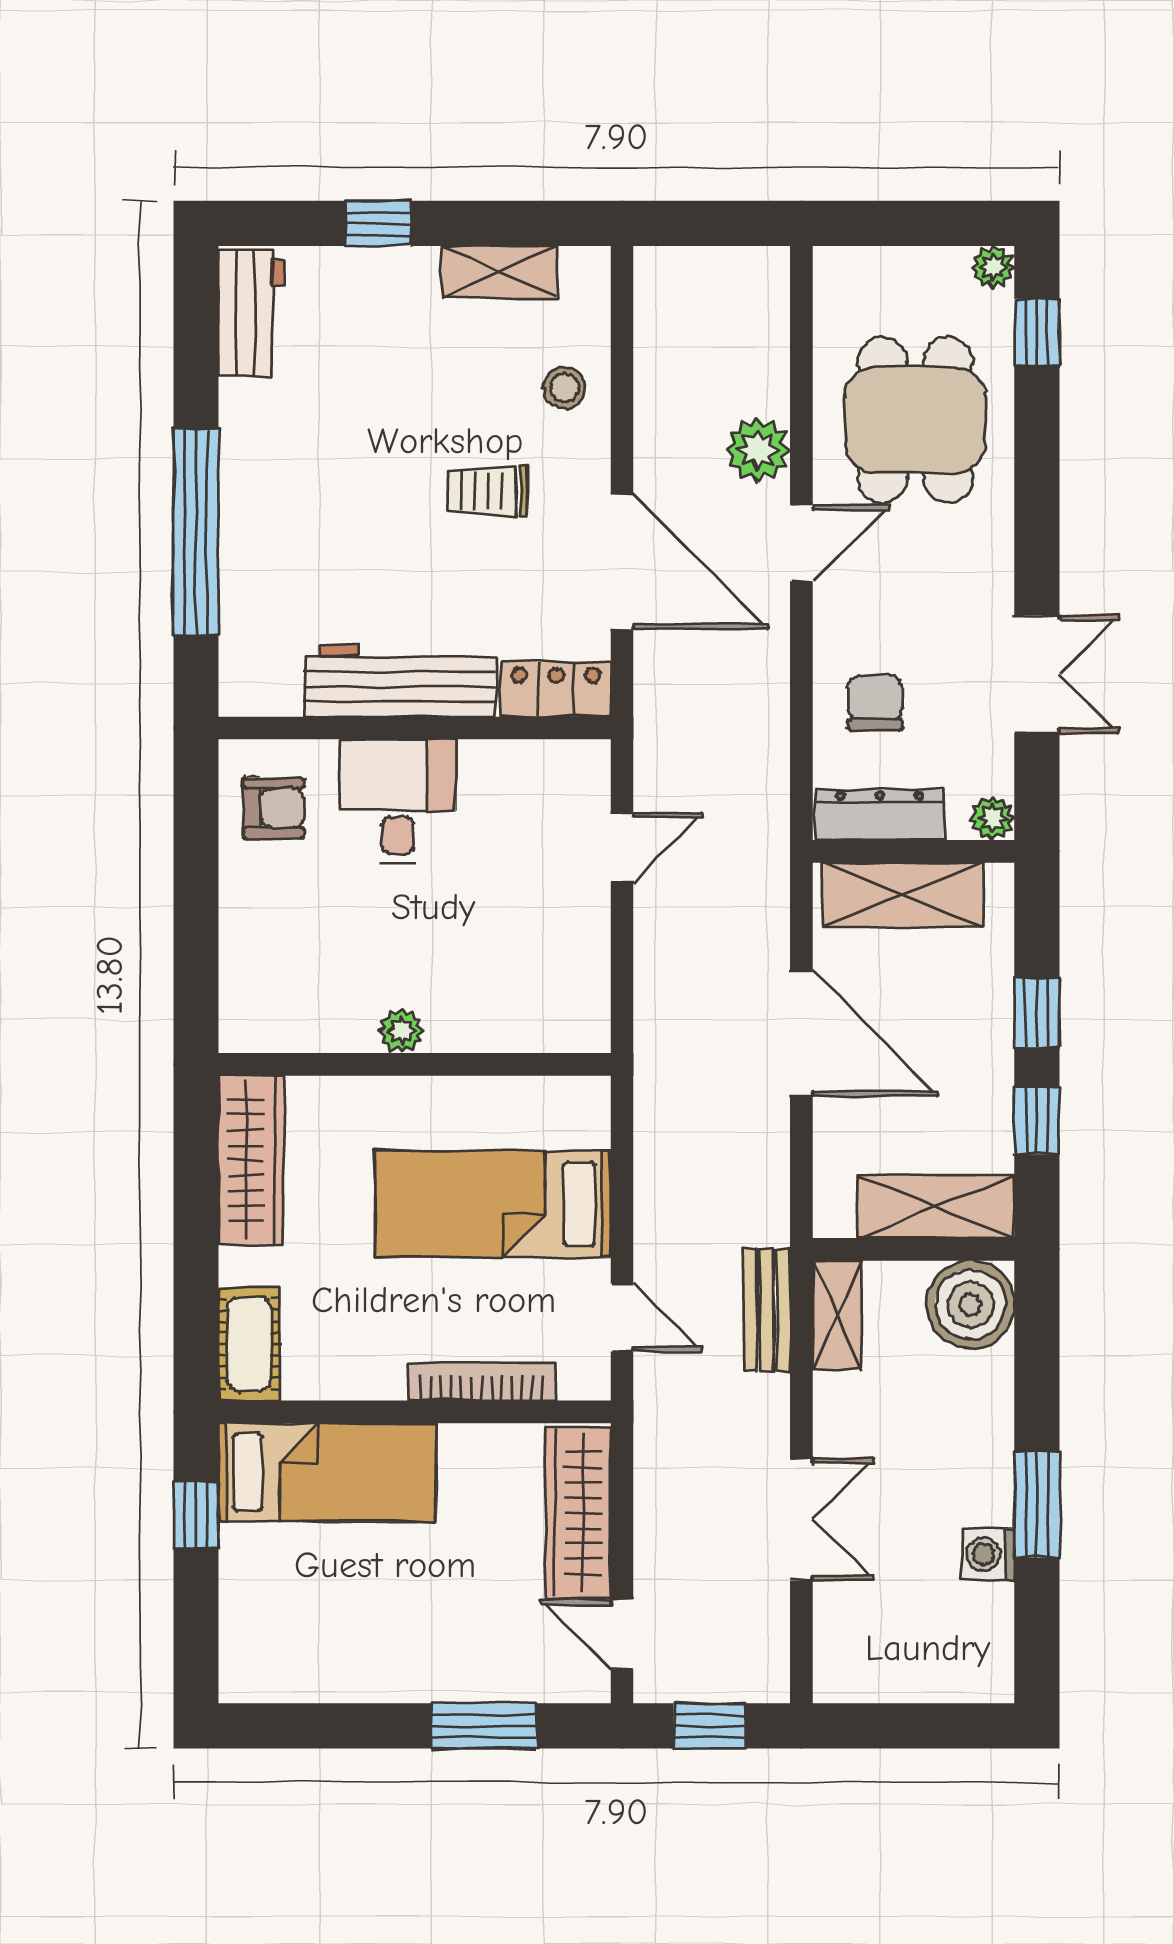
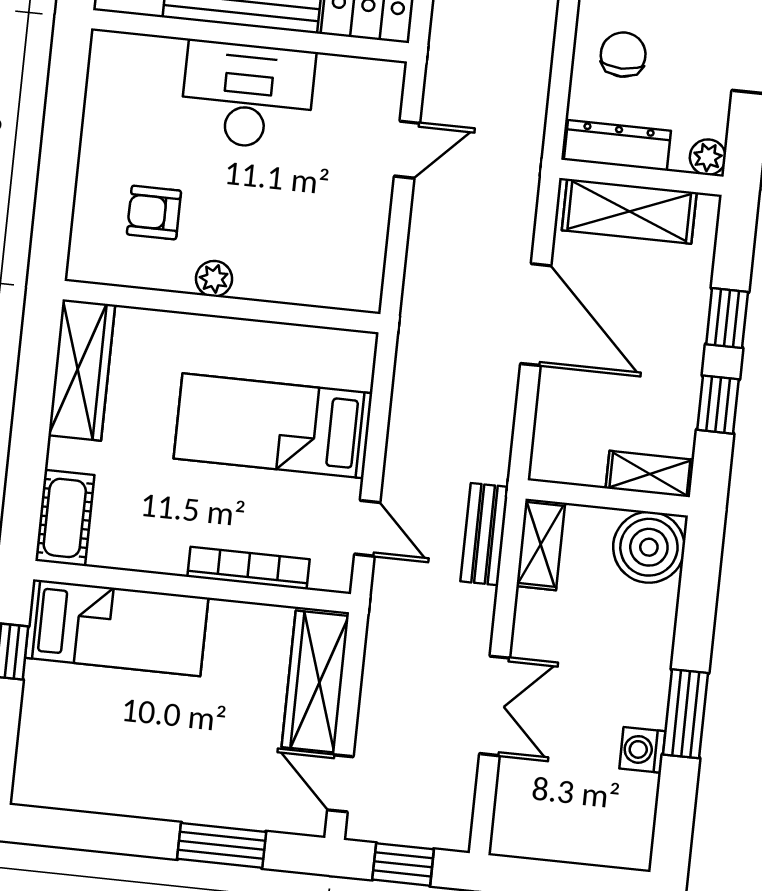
desk: (398, 801) -> (248, 95), width x1.37
armchair: (274, 808) -> (154, 213), moved, turned 180
shelving: (936, 1207) -> (650, 474), width x0.67, depth x0.75

